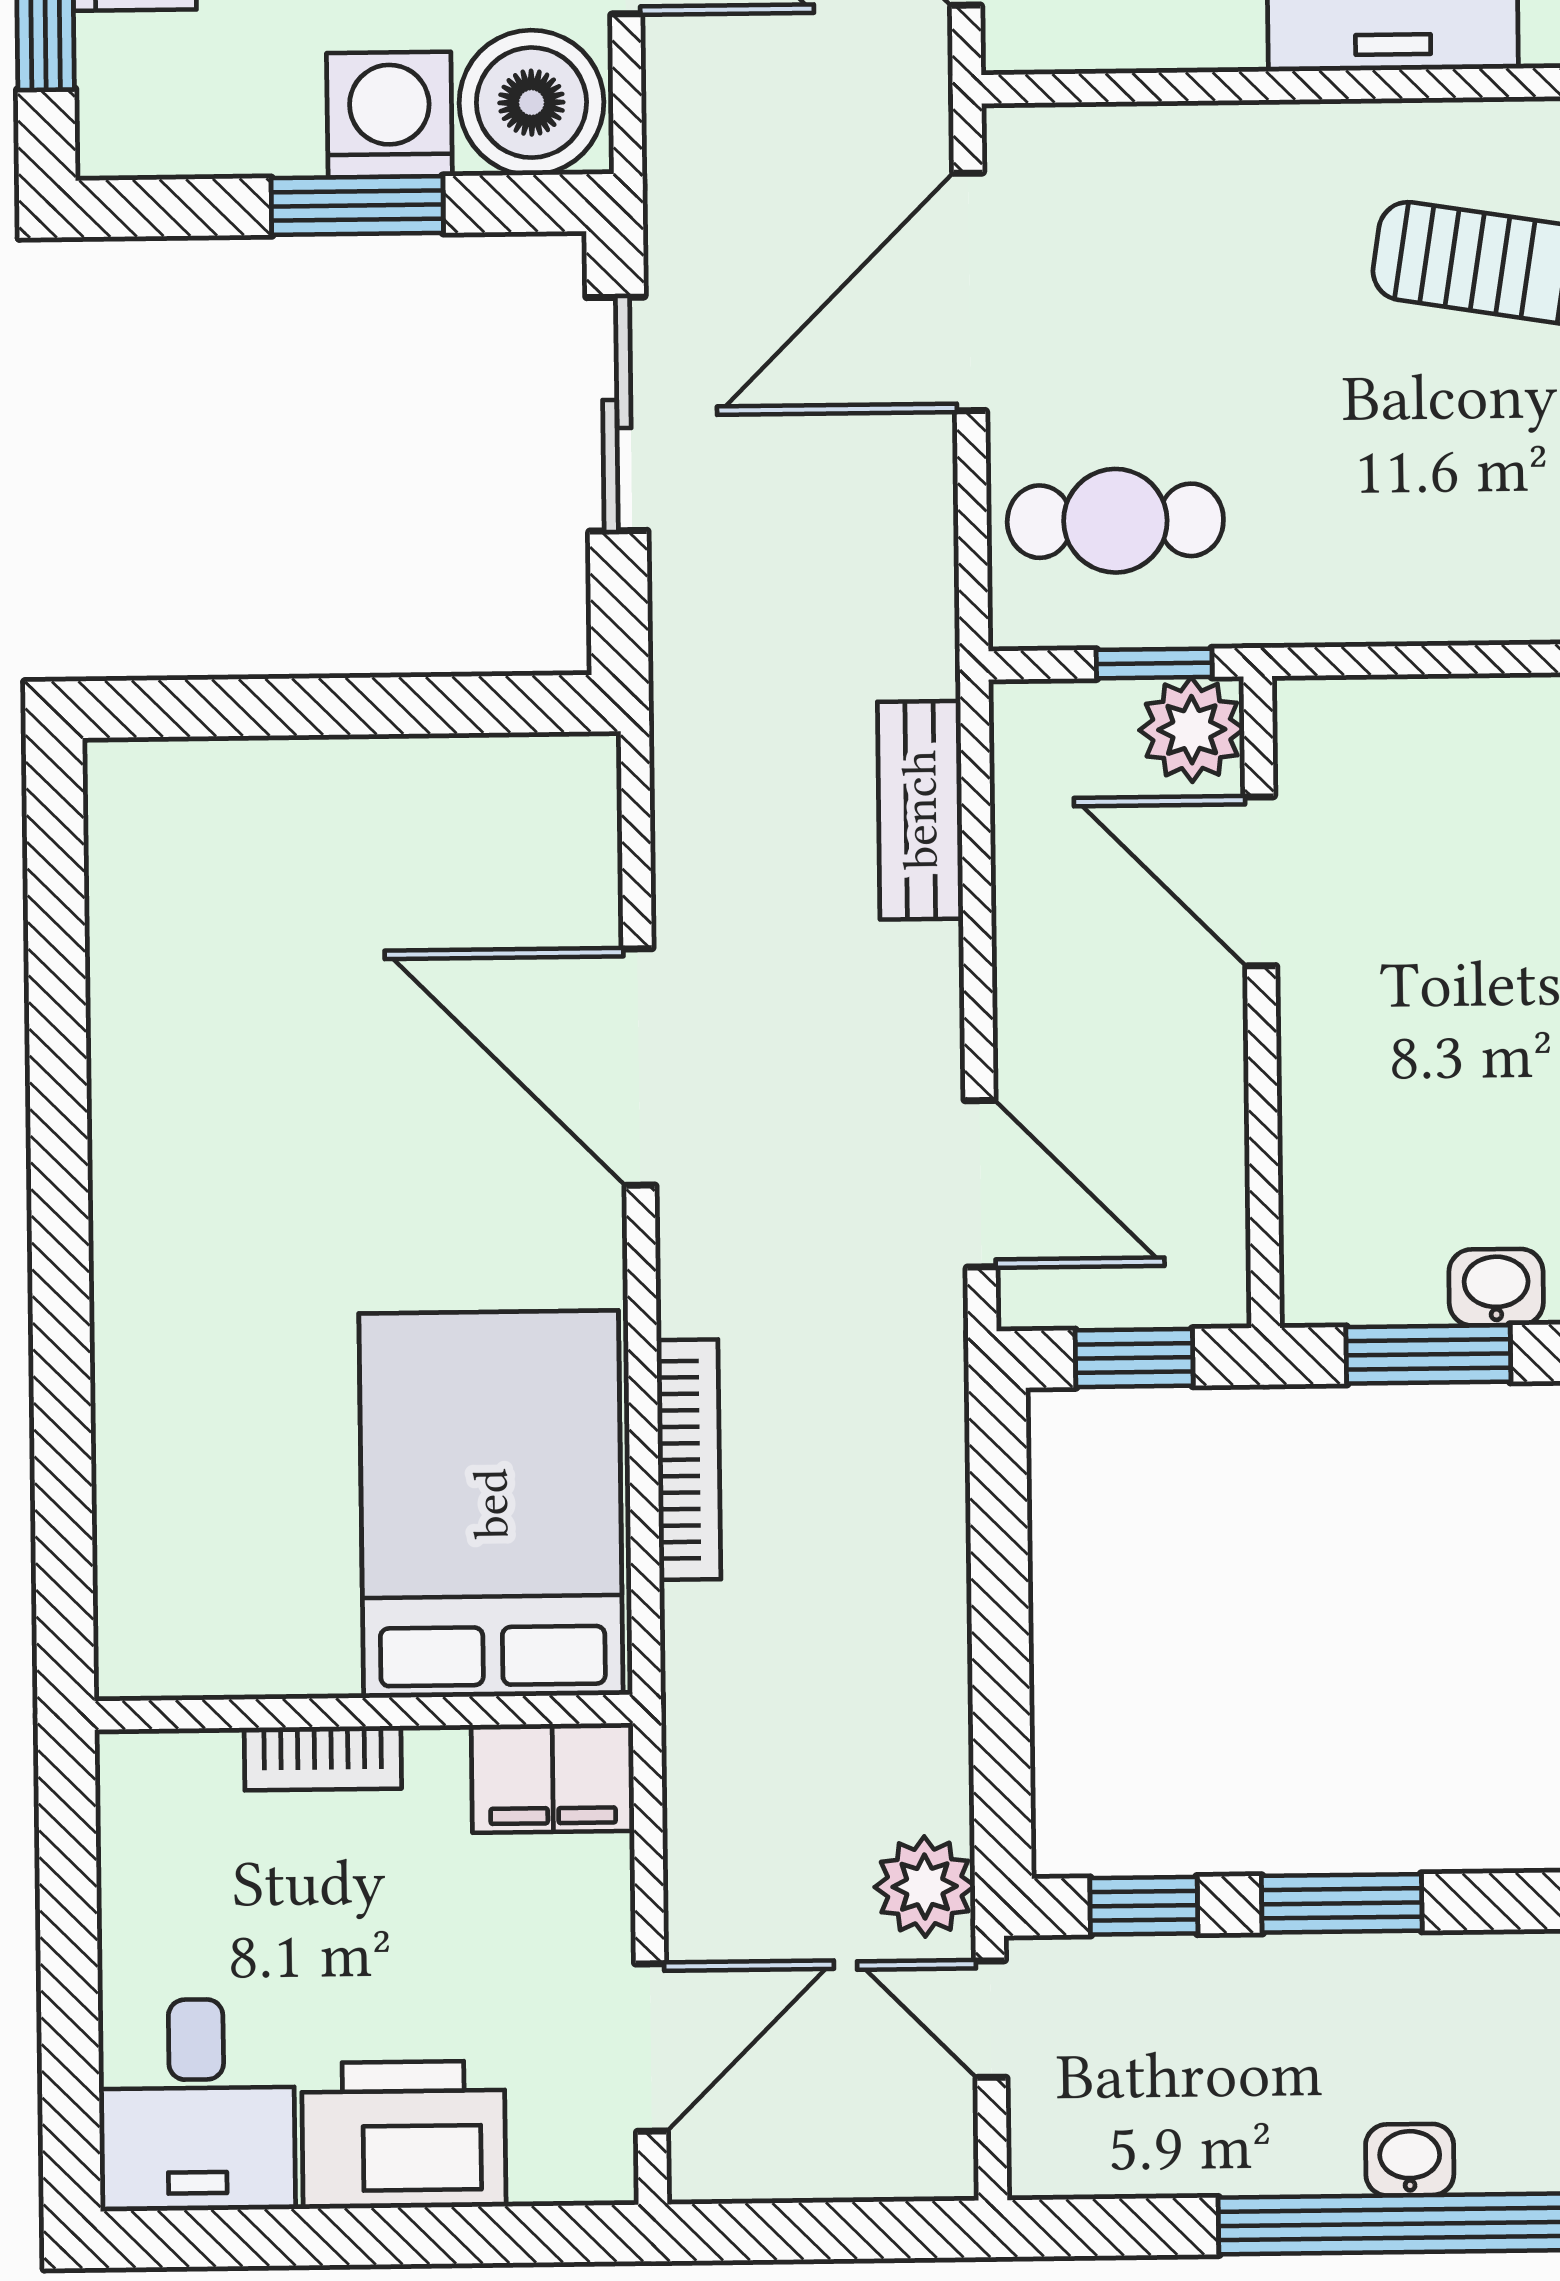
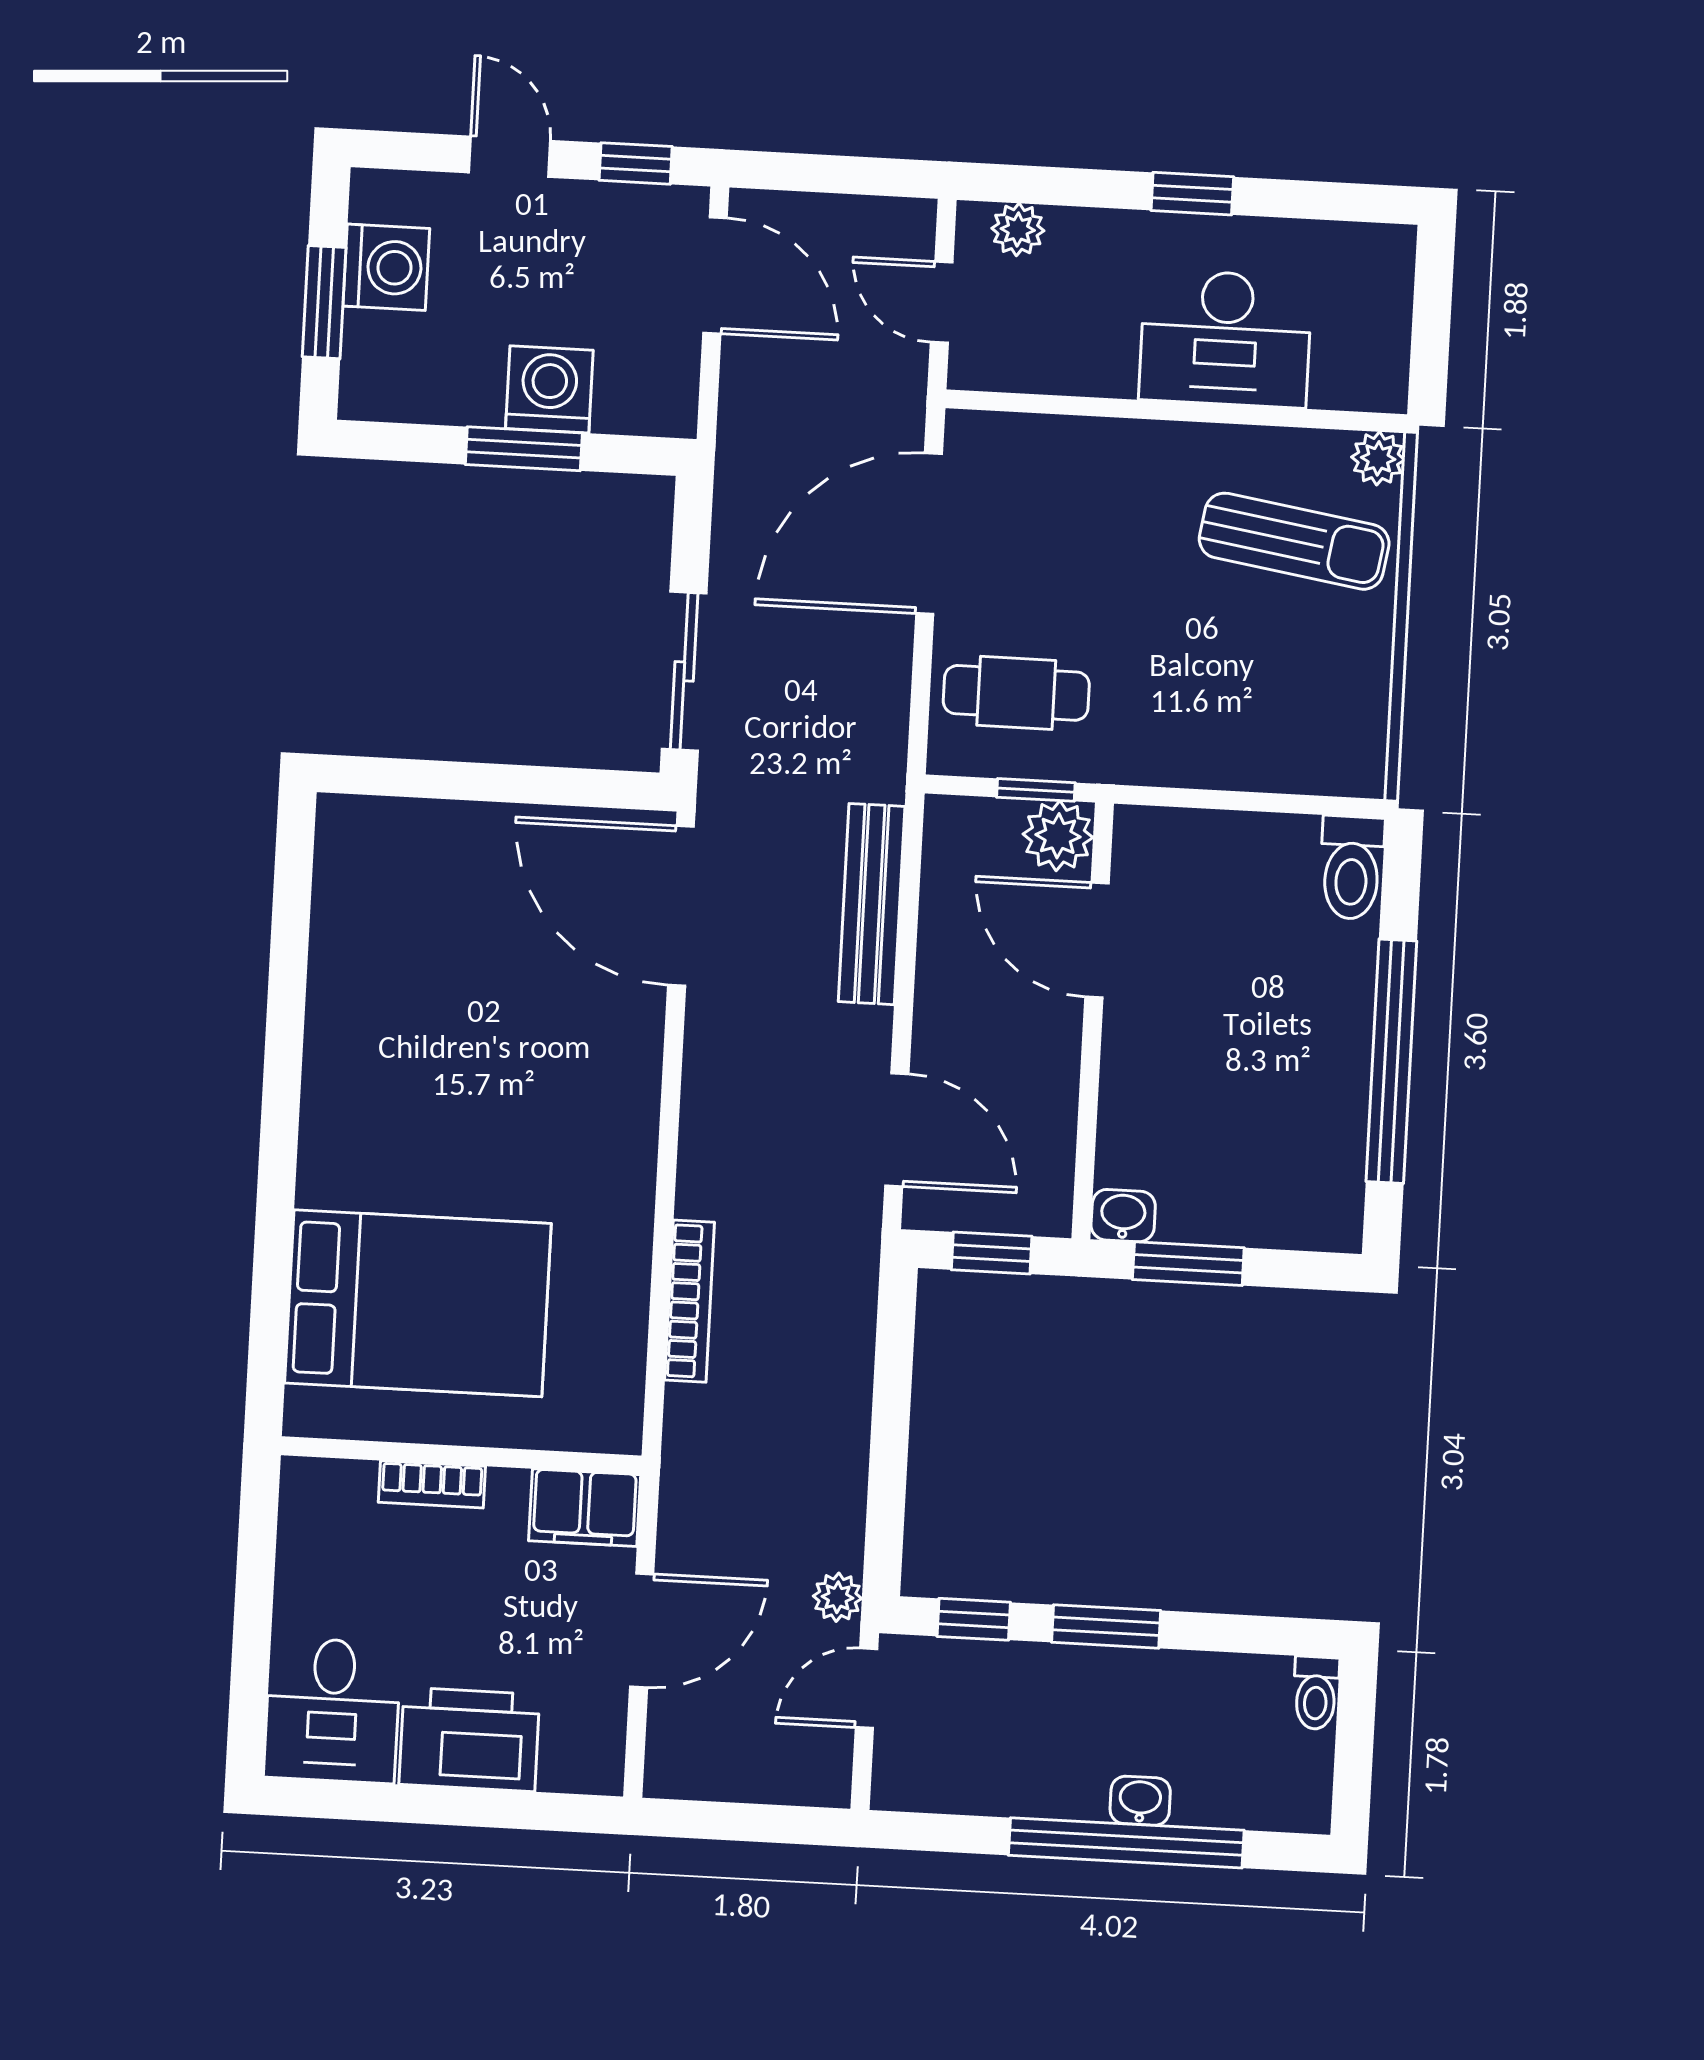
boiler: (531, 103) -> (645, 388), removed
sliding door: (617, 414) -> (684, 671), moved
bench: (920, 810) -> (872, 904), width x1.36
door: (639, 1067) -> (681, 906), moved
washbasin: (1496, 1287) -> (1123, 1216), moved
bed: (491, 1504) -> (418, 1303), moved, turned 90
plant: (925, 1887) -> (837, 1597), width x0.73, depth x0.73
door: (991, 2019) -> (867, 1688), hinge flipped
door: (651, 2047) -> (642, 1630), moved

